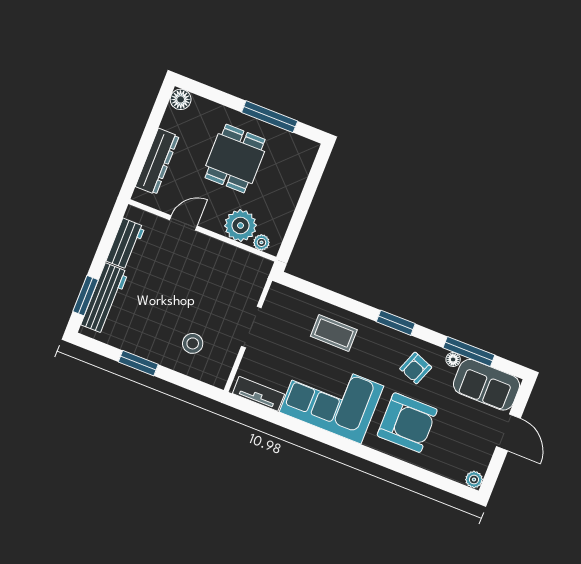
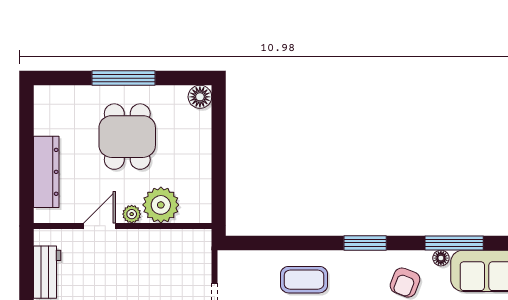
floor lamp: (181, 99) -> (200, 97), moved
window: (270, 117) -> (123, 78), moved
plant: (261, 242) -> (132, 214), moved

